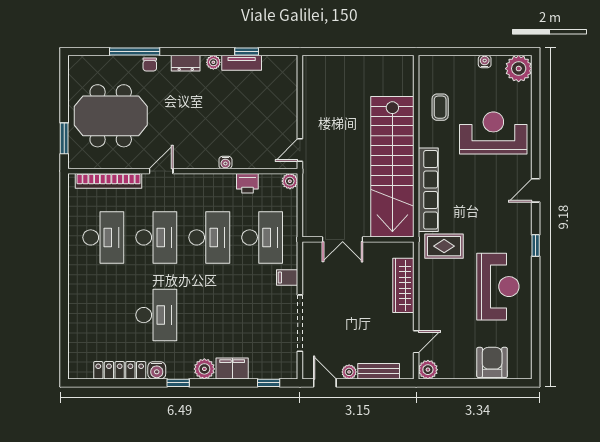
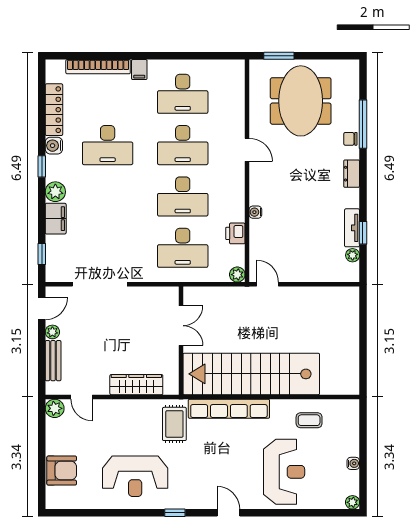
plant: (213, 62) -> (353, 255), moved
plant: (519, 69) -> (352, 502), width x0.53, depth x0.53
bookcase: (109, 181) -> (98, 67), moved, turned -90
double door: (343, 239) -> (181, 326), swing flipped
filing cabinet: (287, 278) -> (139, 70), moved, turned 180

